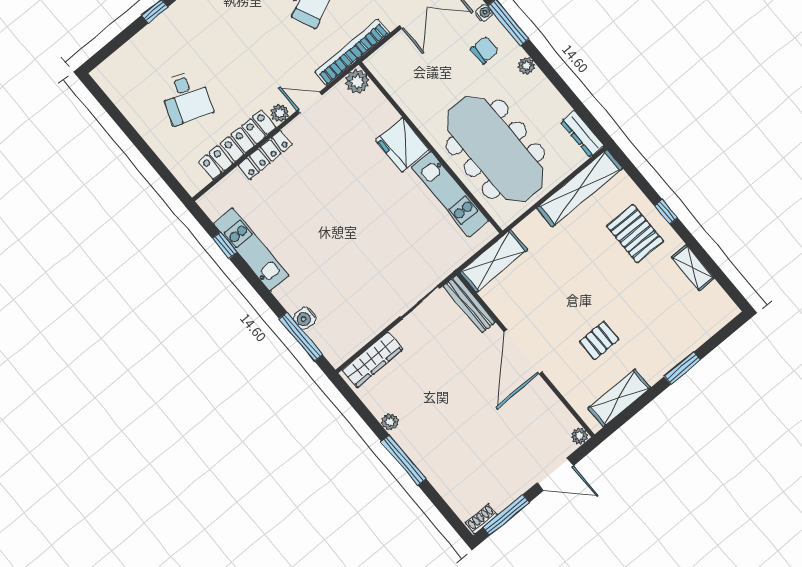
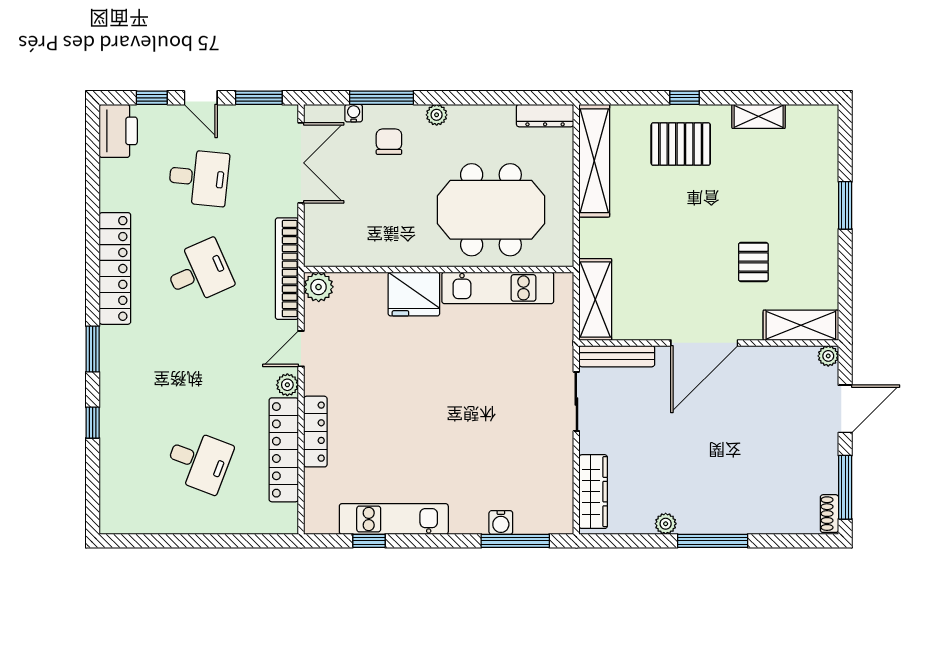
meeting table: (495, 149) -> (491, 210), width x0.73
door: (523, 352) -> (704, 343), hinge flipped
shelving: (619, 398) -> (801, 325), moved, turned 90

